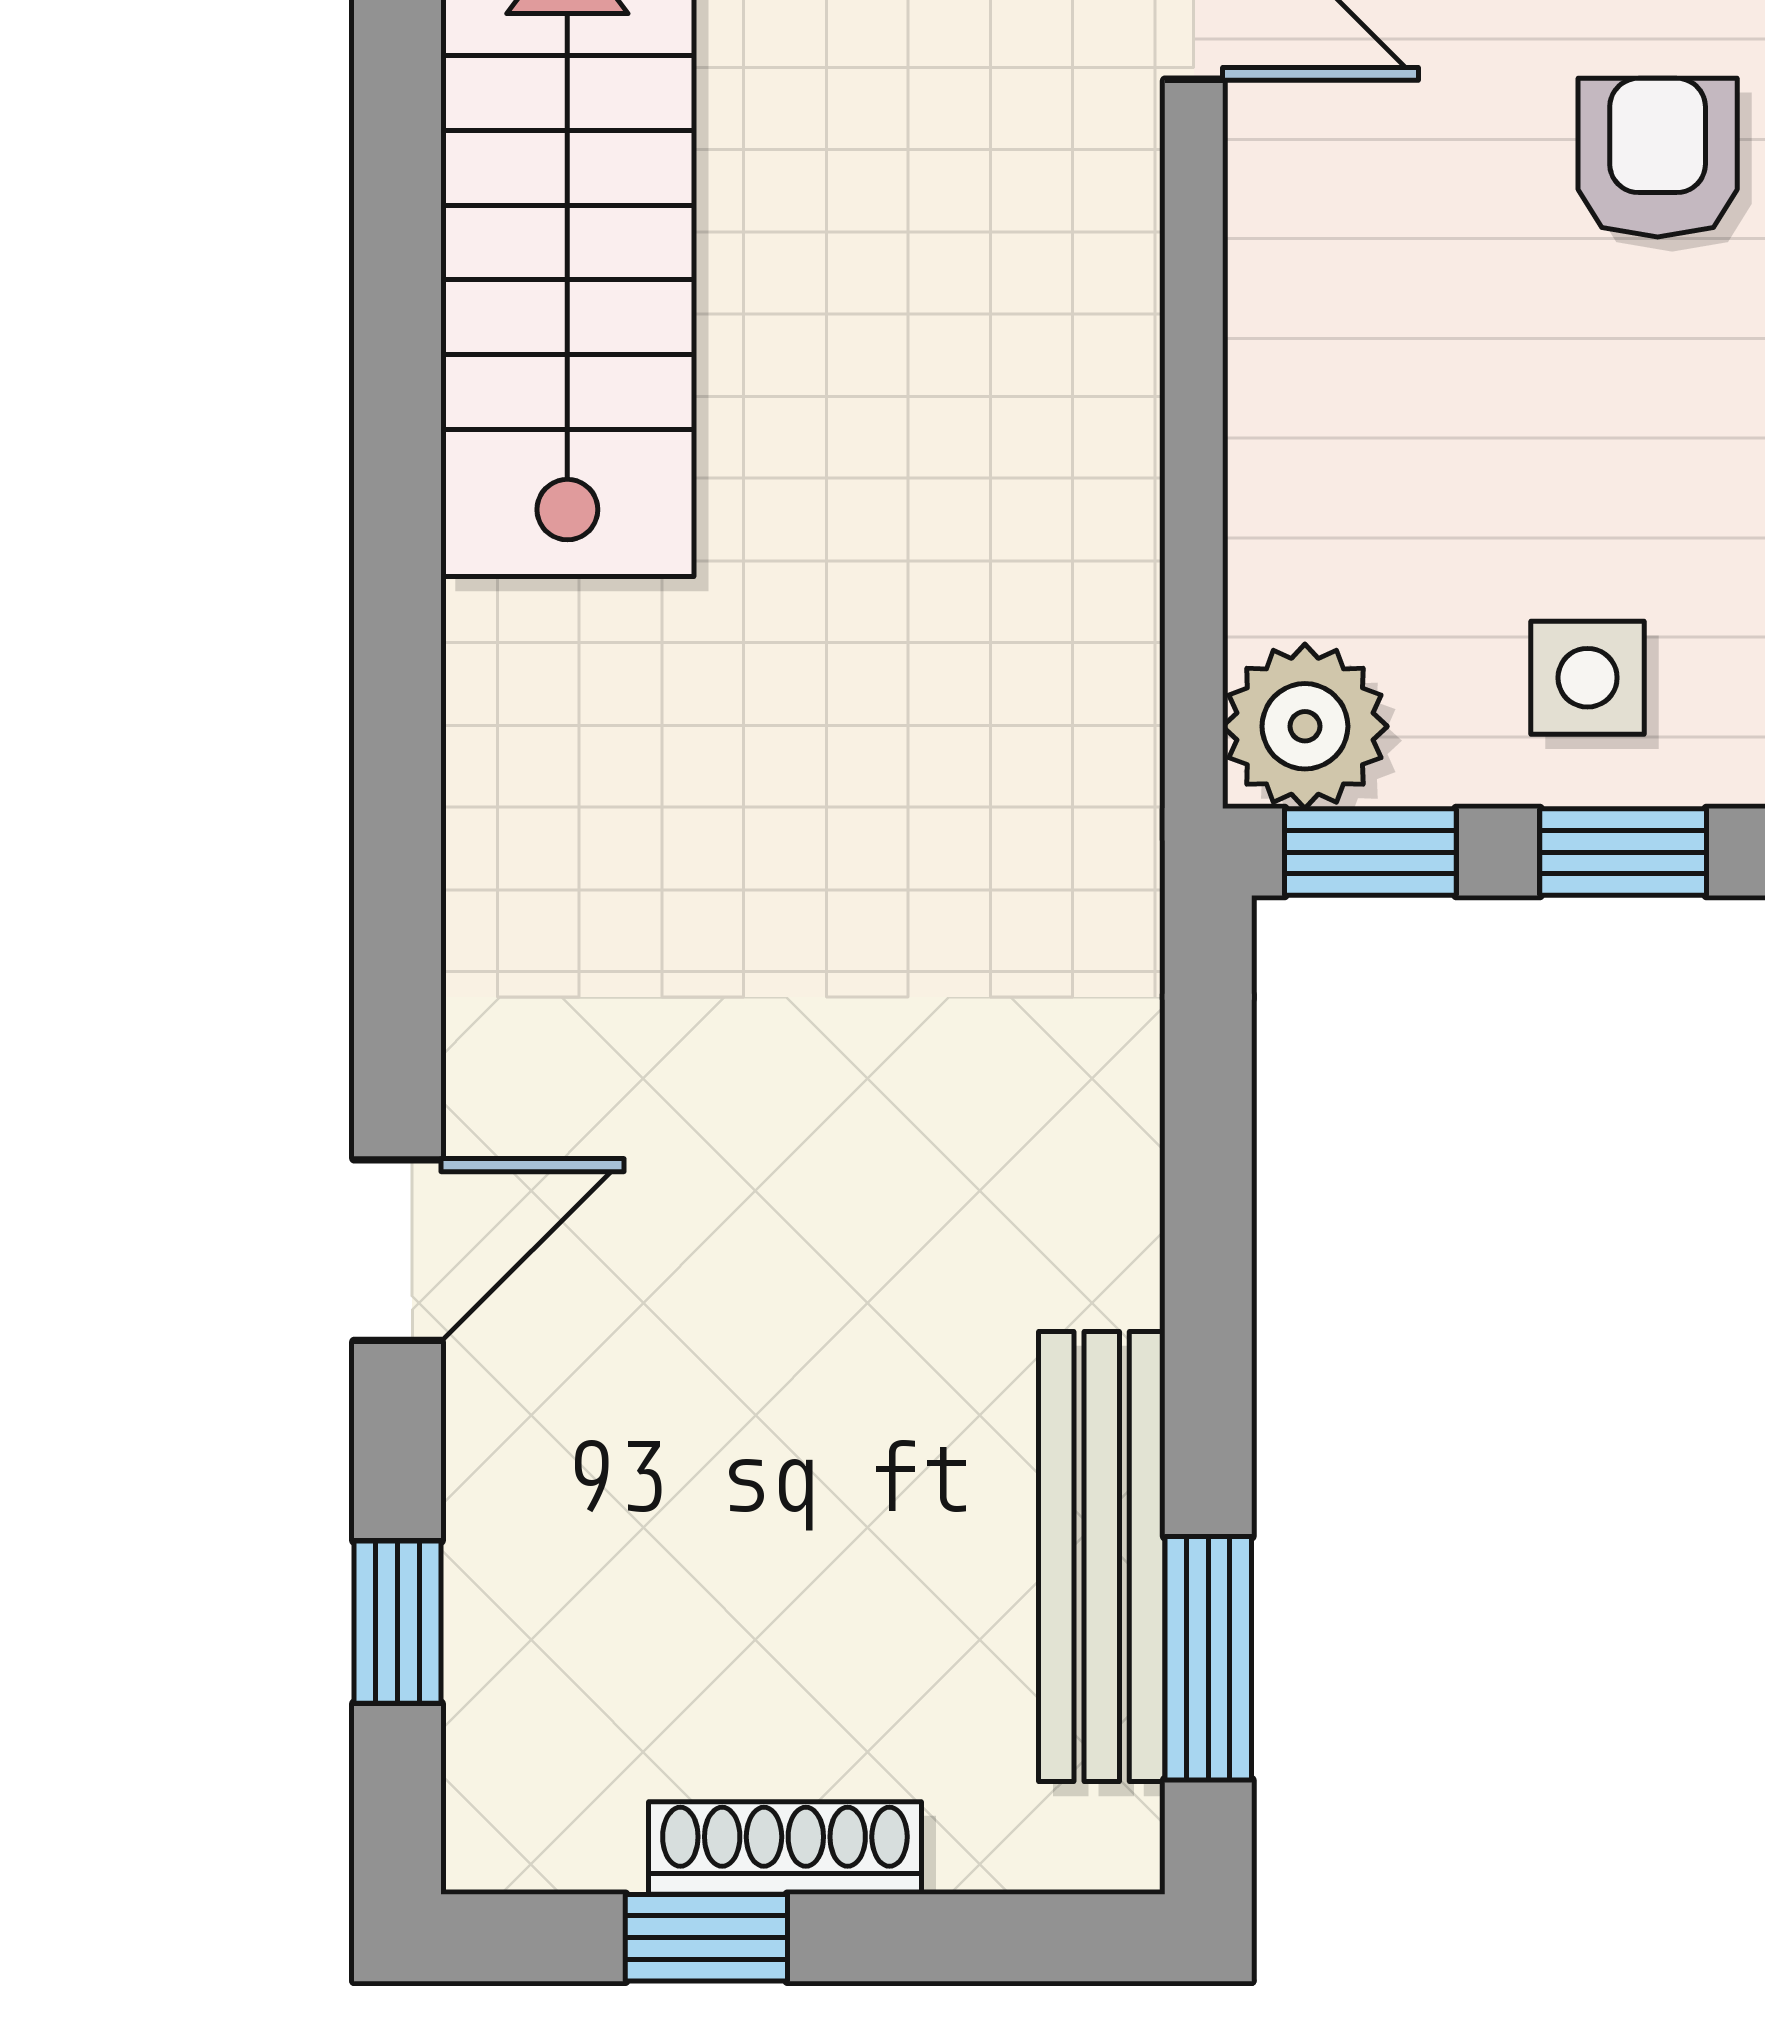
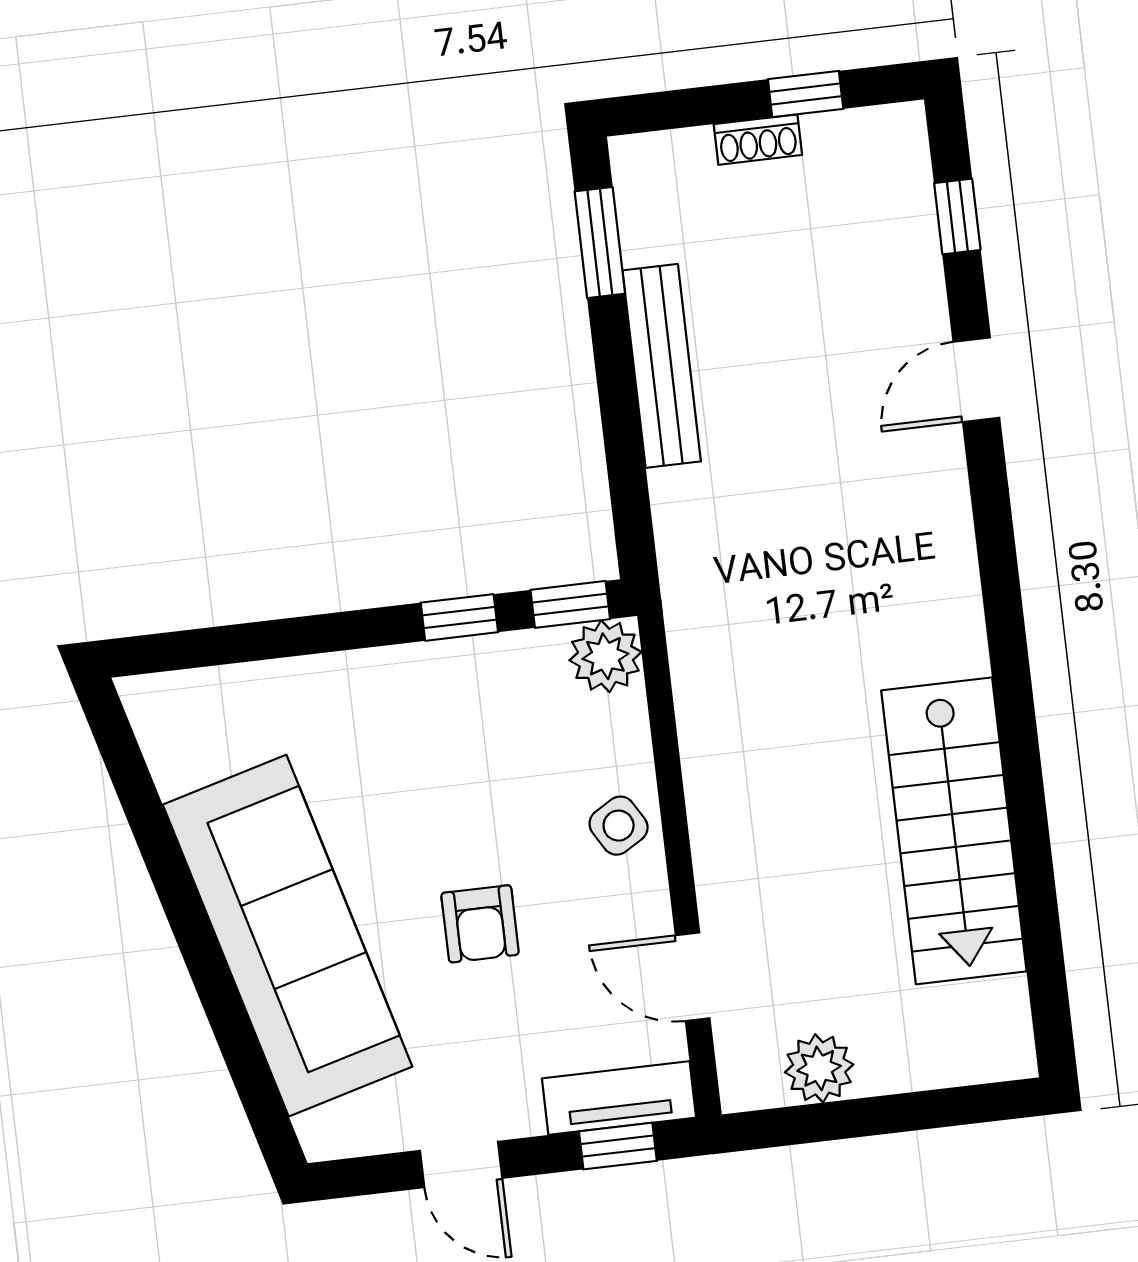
side table: (1588, 678) -> (619, 826), moved, turned -31
bench: (1102, 1556) -> (662, 366), moved
shoe rack: (785, 1848) -> (758, 140), width x0.70

